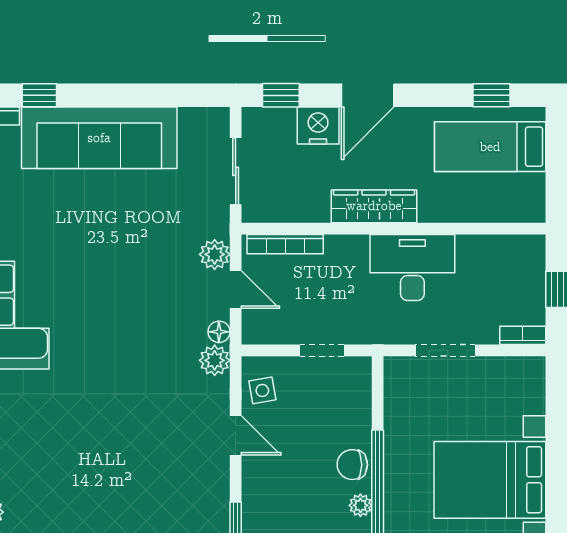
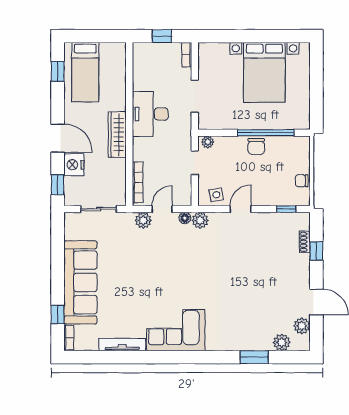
plant: (360, 505) -> (208, 142), moved

